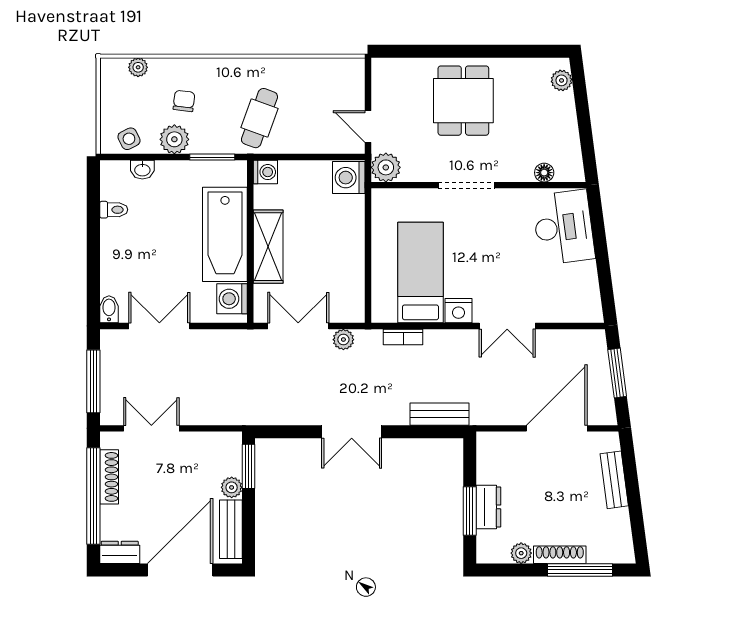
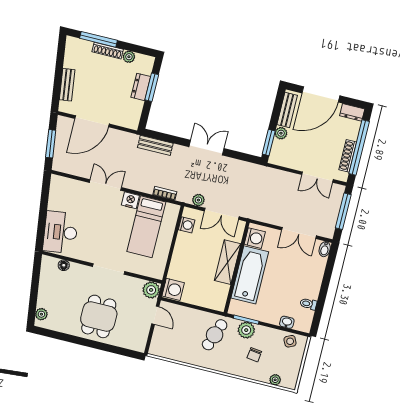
plant: (174, 139) -> (246, 330), moved
washing machine: (265, 172) -> (187, 225), moved, turned 180

